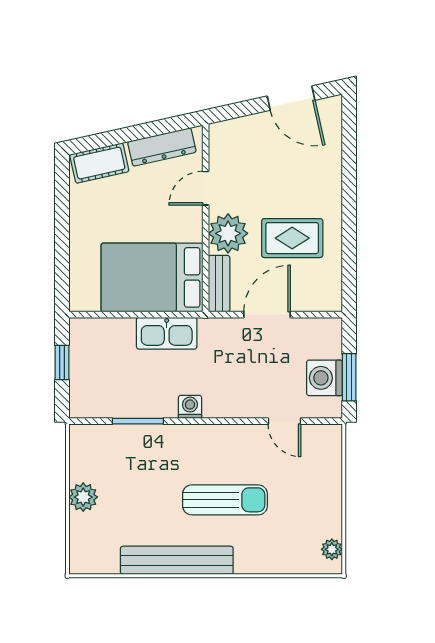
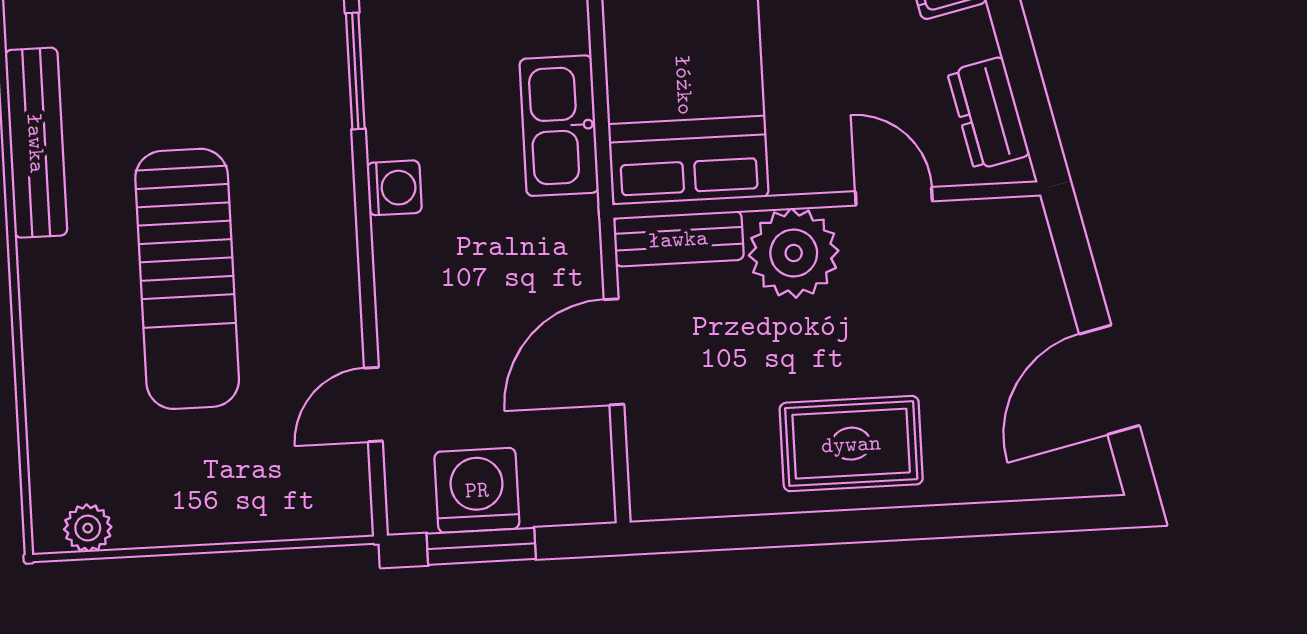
dresser: (162, 147) -> (989, 113), width x0.70
rug: (292, 238) -> (851, 444), moved, turned 90
door: (267, 315) -> (614, 352), swing flipped
sun lounger: (225, 500) -> (187, 279), width x1.36, depth x1.34
bench: (177, 560) -> (36, 143), width x0.73, depth x0.82

